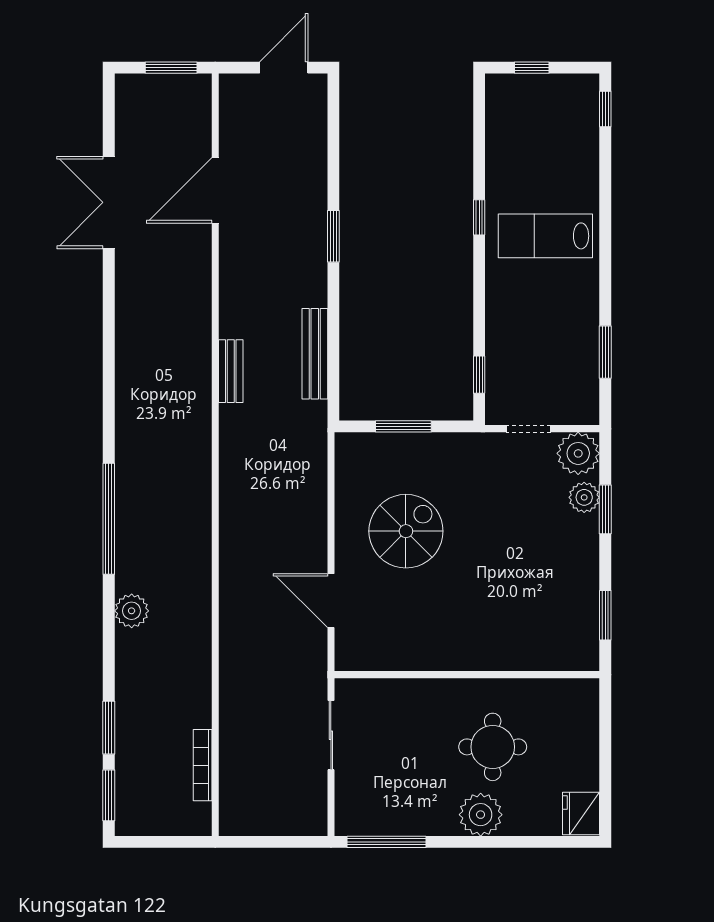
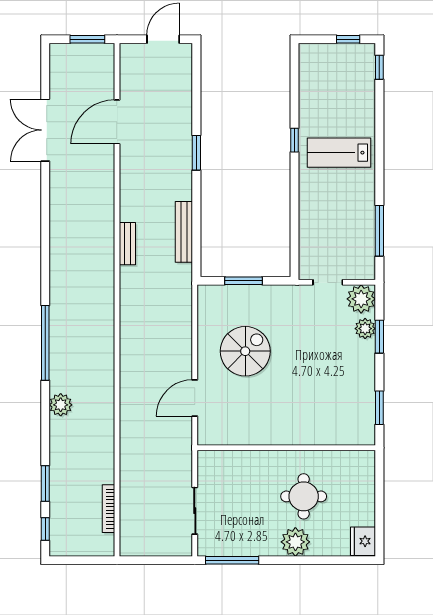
window: (532, 68) -> (348, 39), moved
window: (605, 352) -> (379, 231), width x1.44
window: (479, 375) -> (294, 246), removed
door: (331, 601) -> (195, 398), hinge flipped
sliding door: (331, 735) -> (195, 511), moved
window: (109, 795) -> (45, 529), width x0.67

